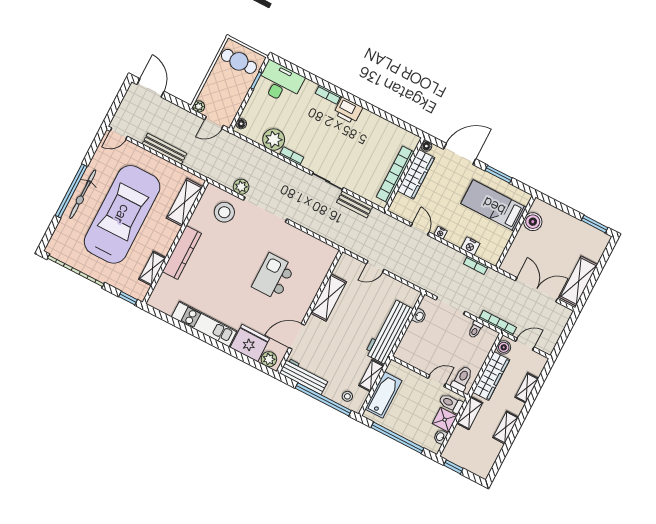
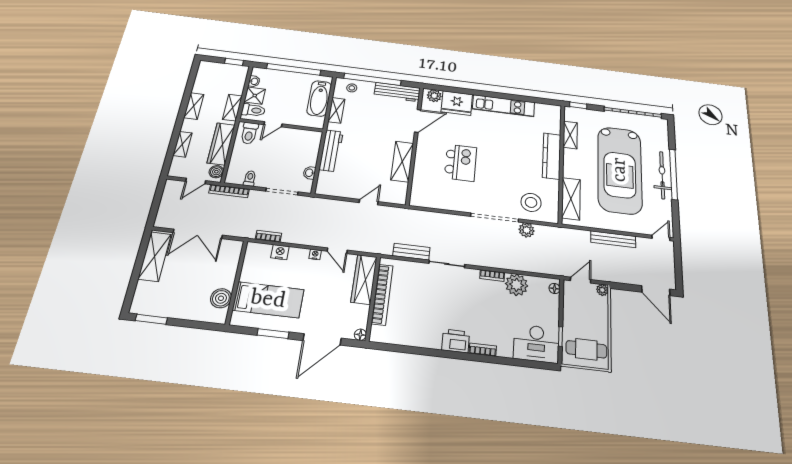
wardrobe: (416, 174) -> (364, 279), moved
workbench: (389, 331) -> (331, 151), width x0.73, depth x0.76

